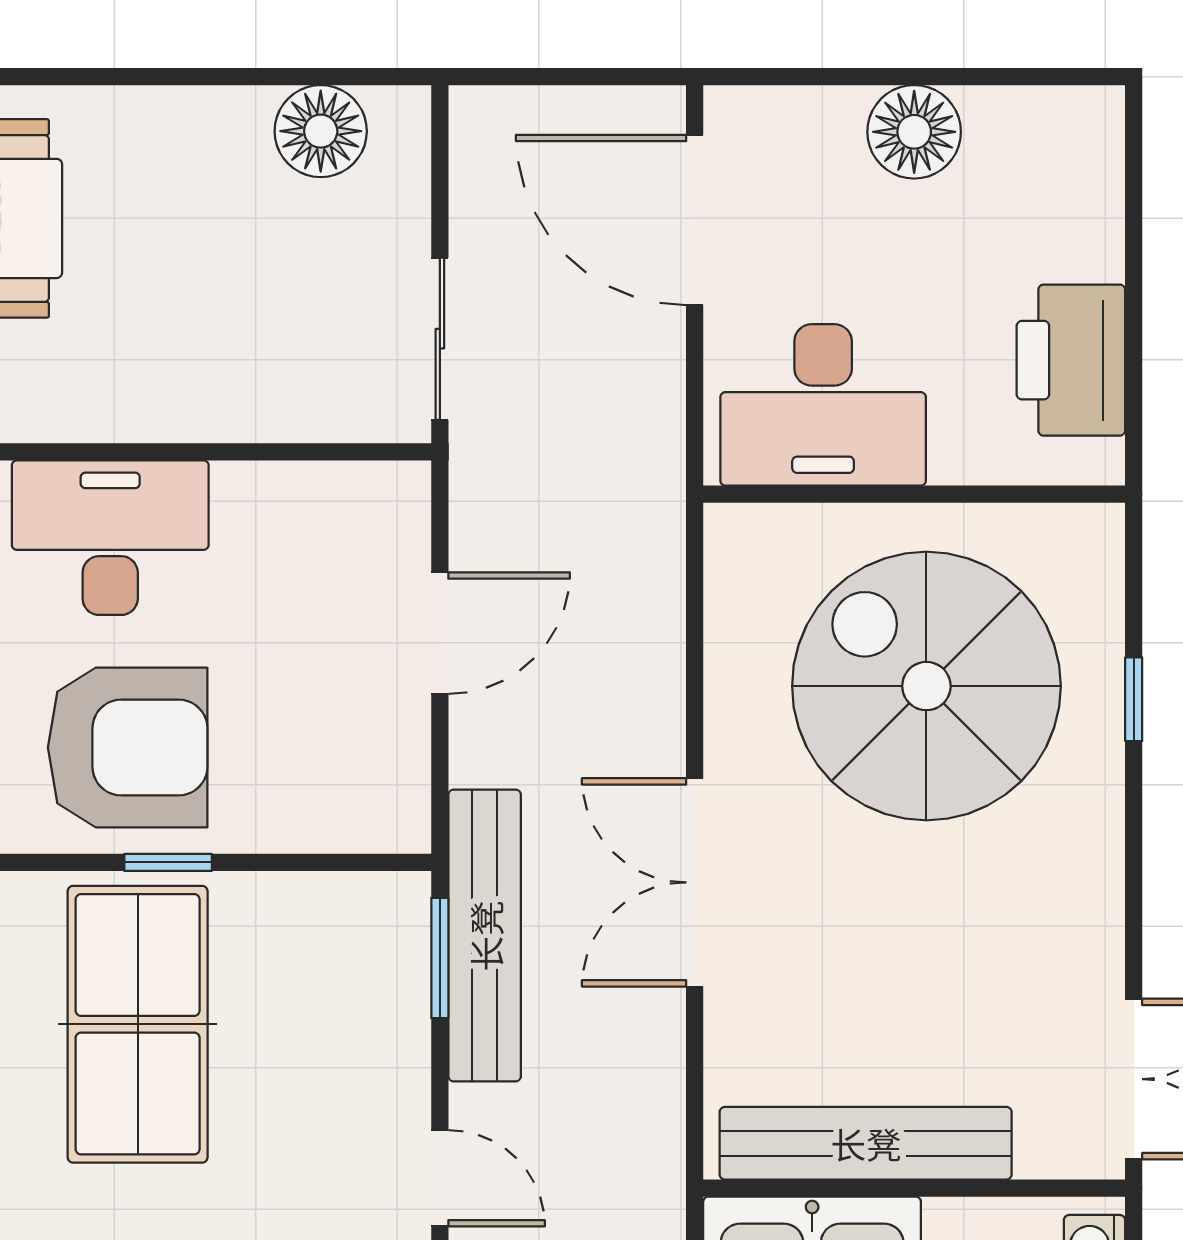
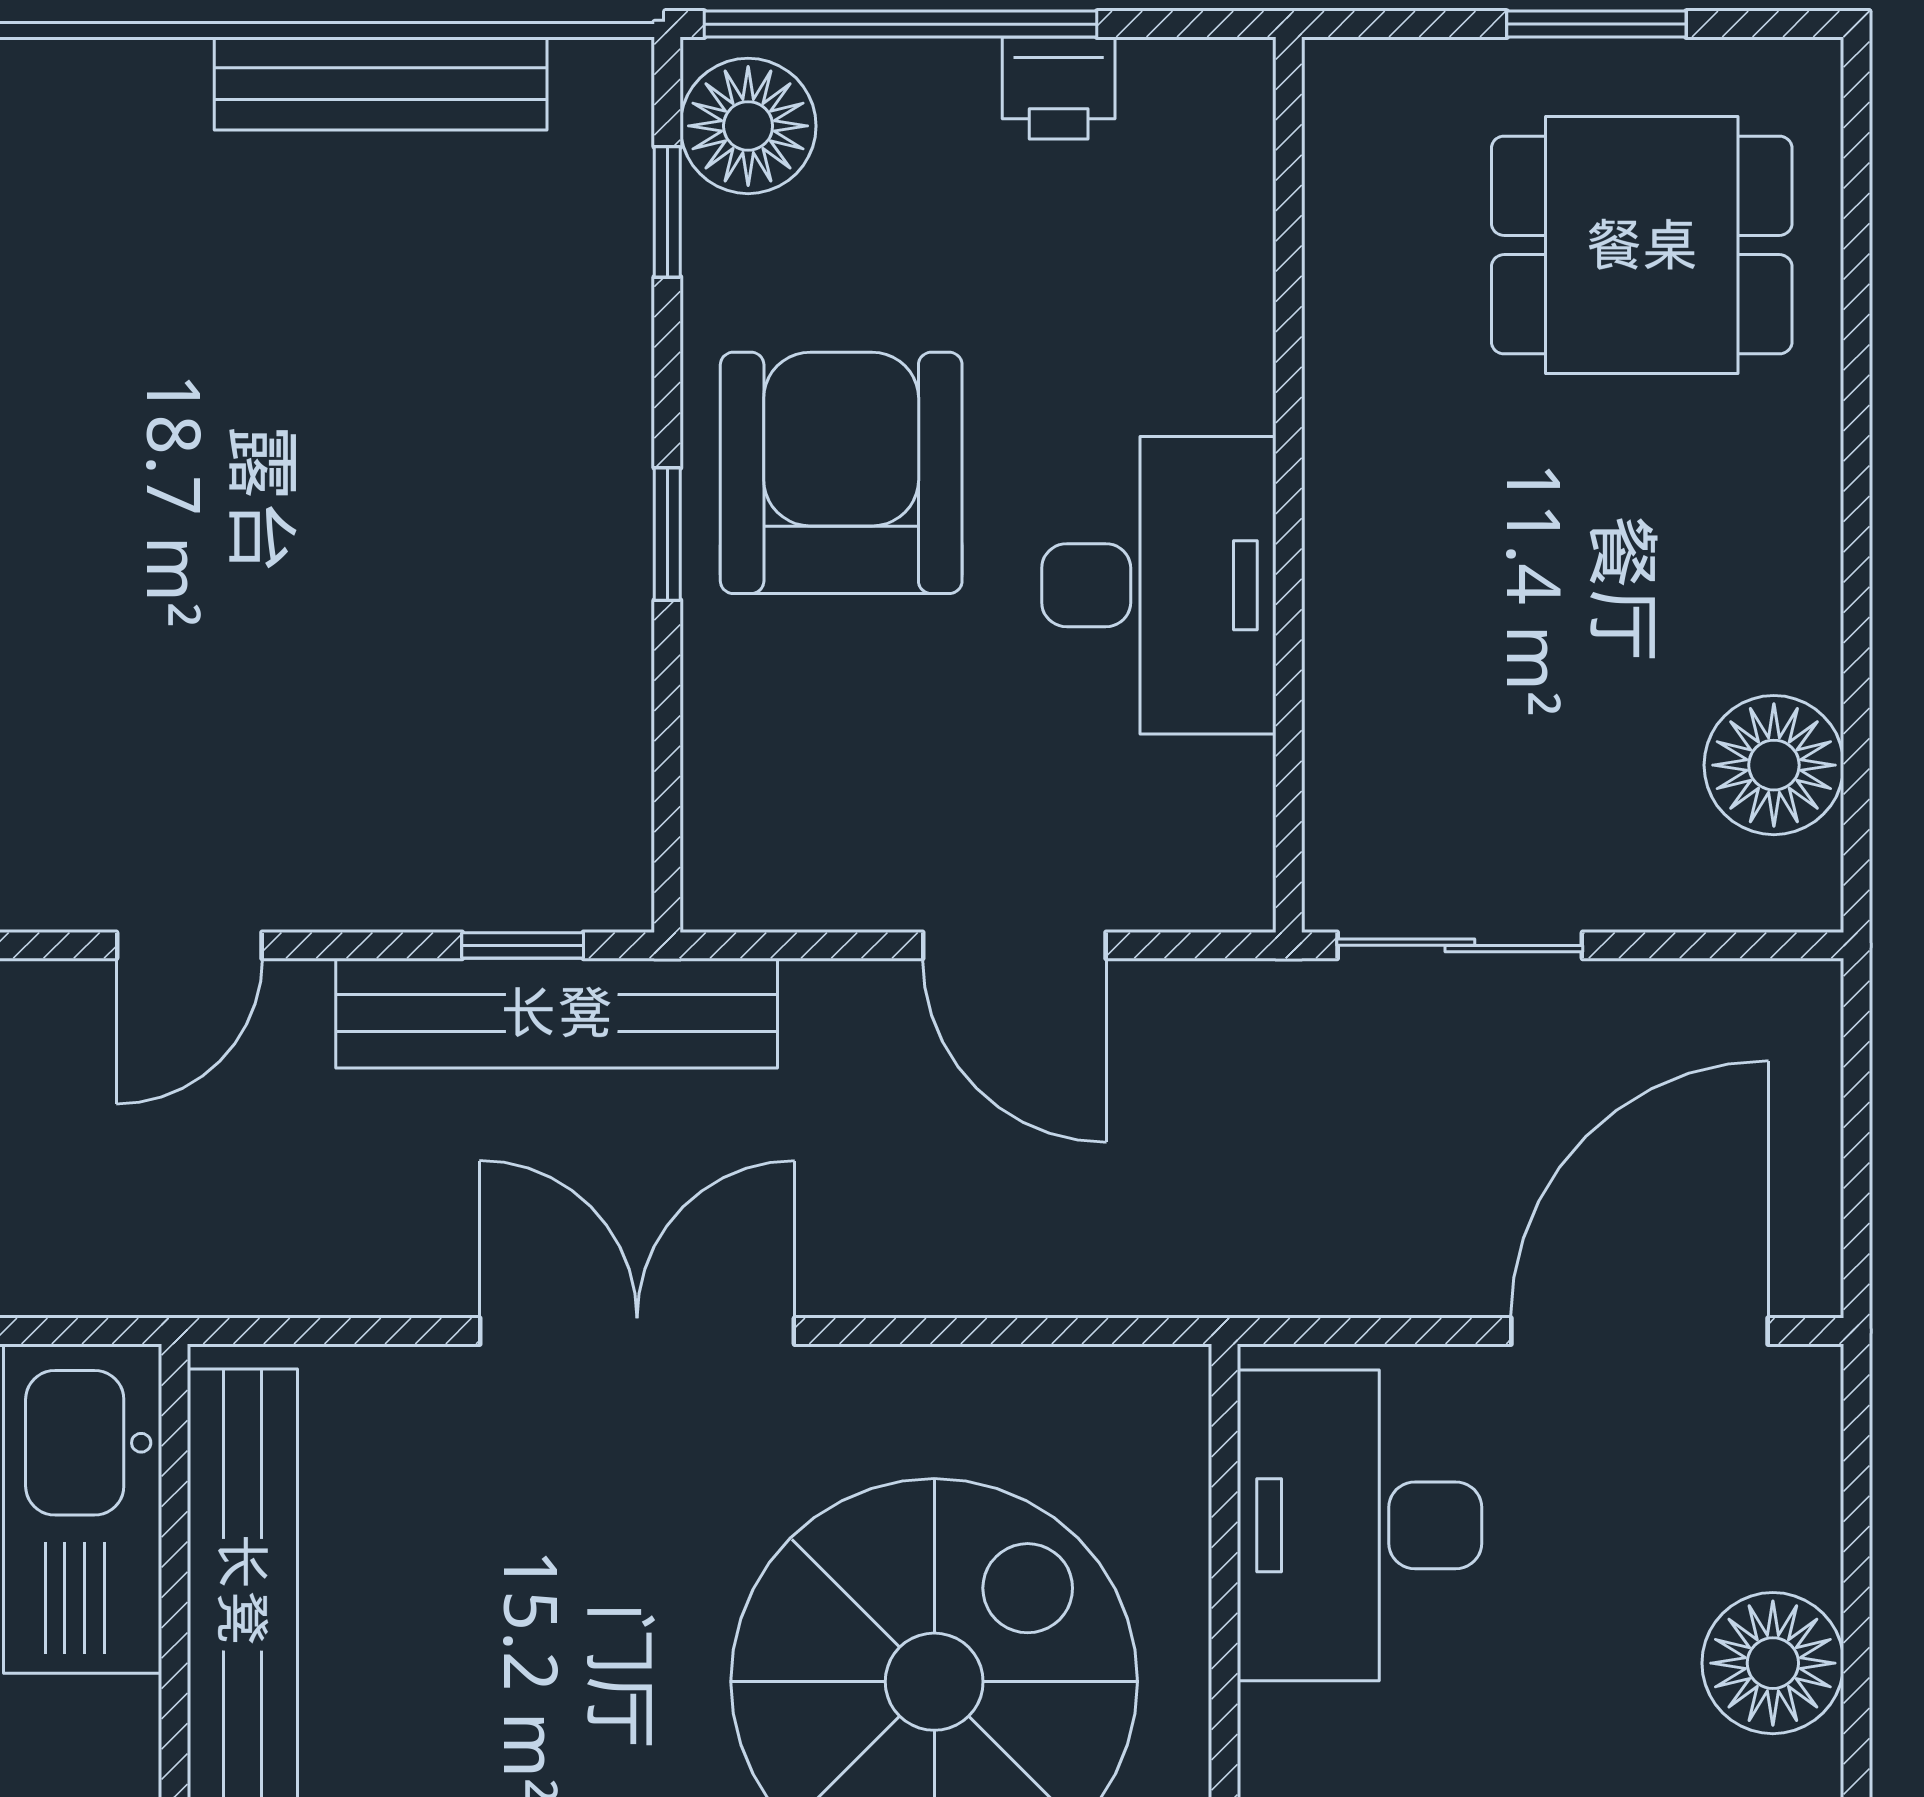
desk: (110, 538) -> (1159, 585), moved
armchair: (128, 747) -> (841, 473), turned 180
window: (440, 958) -> (523, 945), width x0.67
table tennis table: (138, 1024) -> (422, 488), removed

